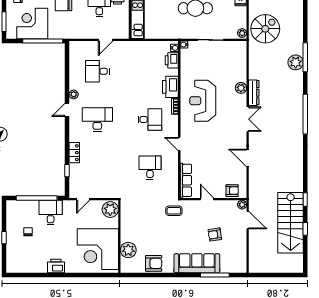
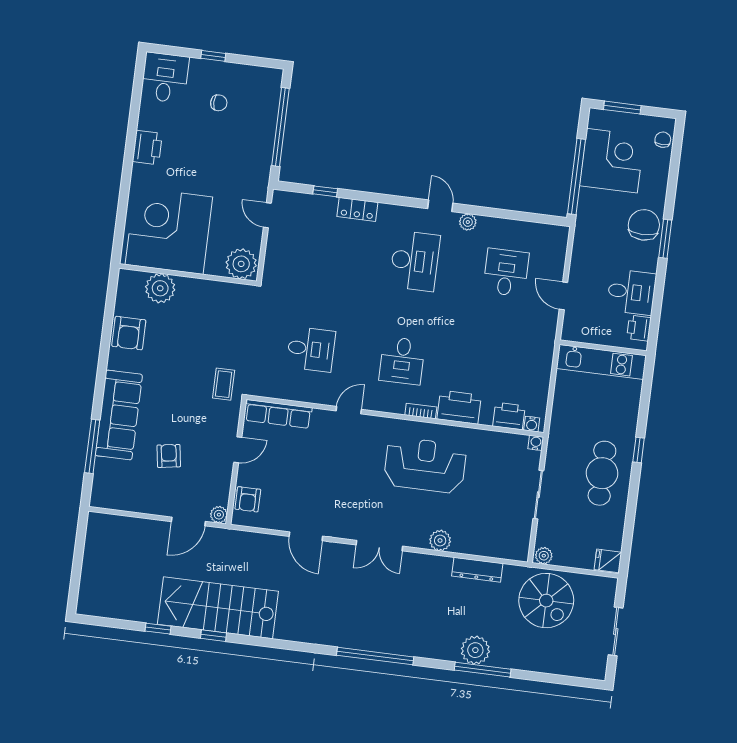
dresser: (254, 93) -> (477, 570), moved
door: (248, 158) -> (306, 536), swing flipped
desk: (51, 213) -> (165, 78), moved, turned -90
stairs: (291, 223) -> (218, 608), moved

